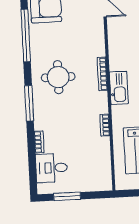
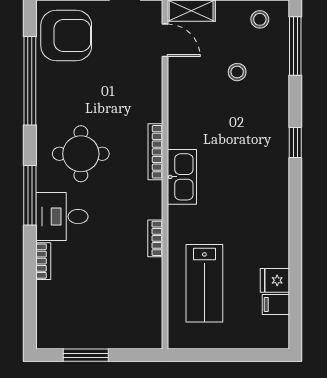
desk: (51, 168) -> (62, 217), moved

